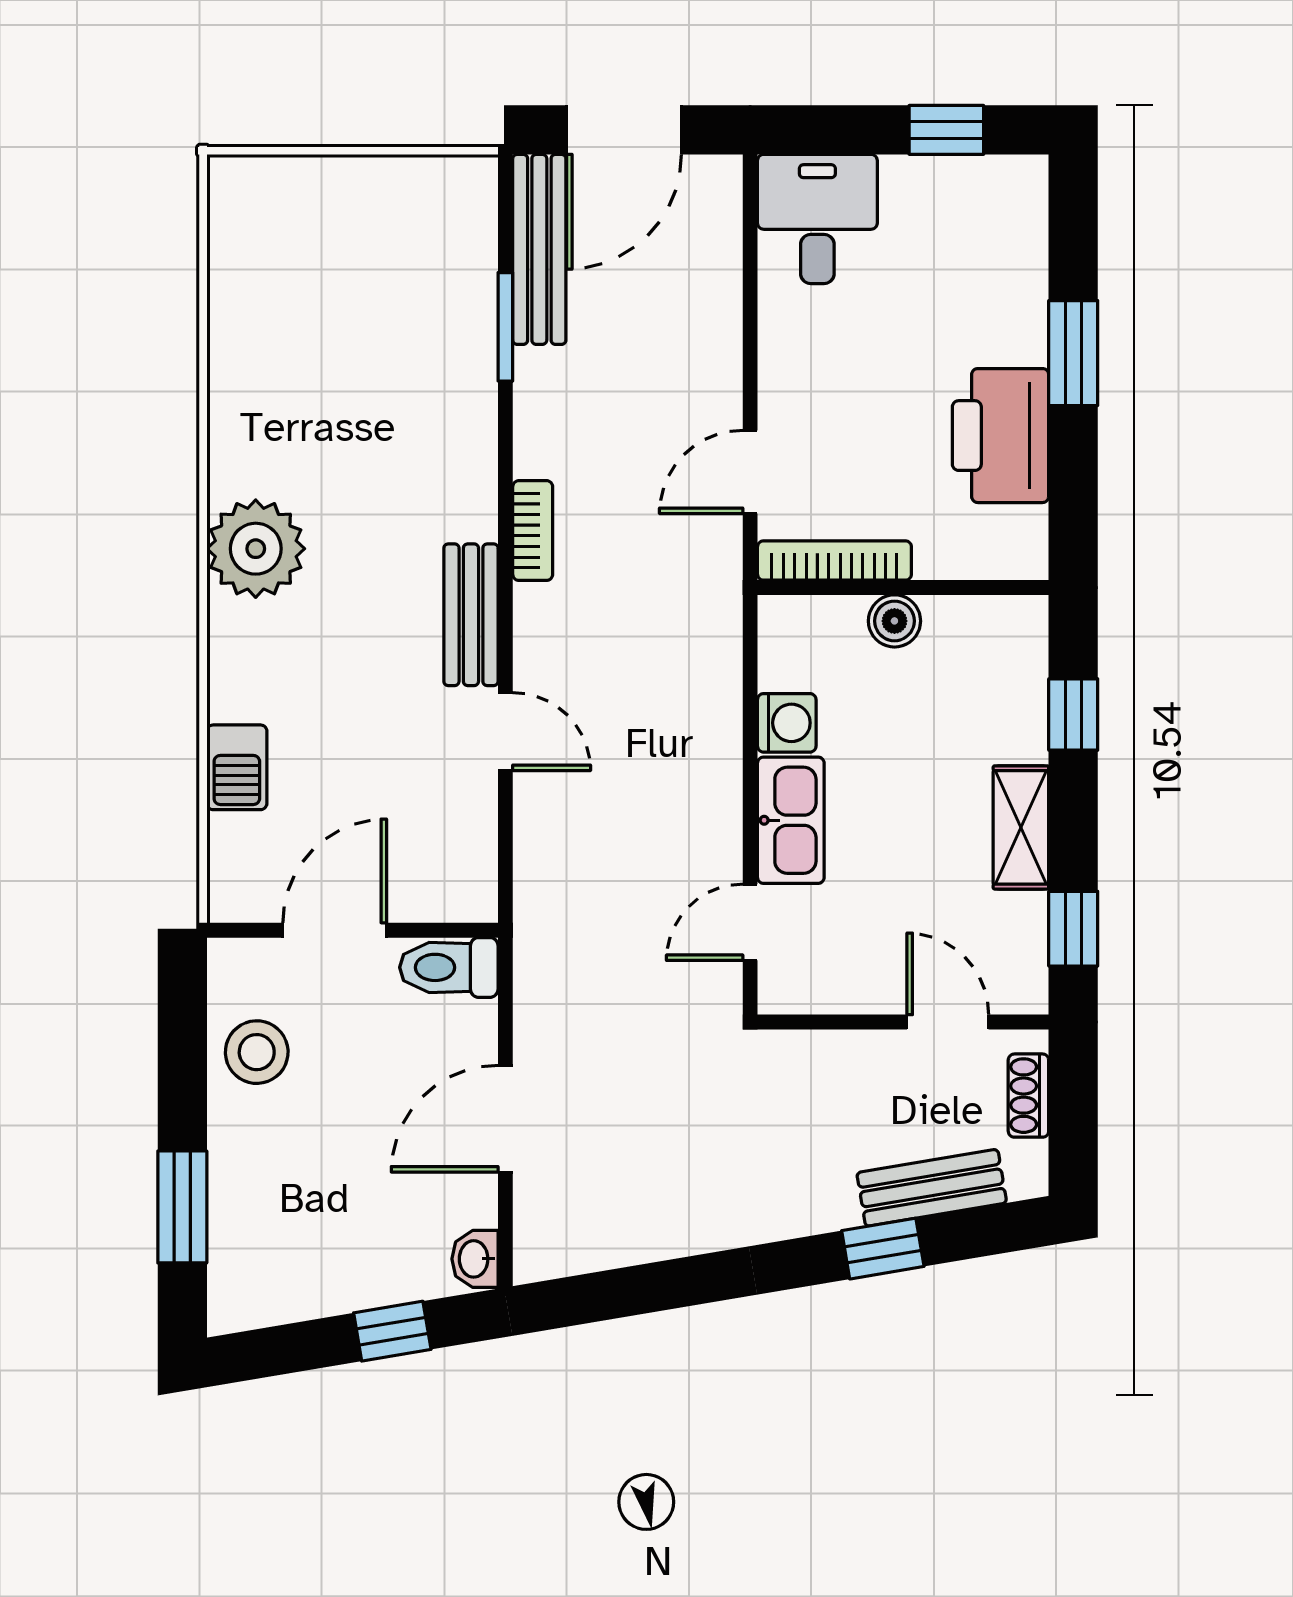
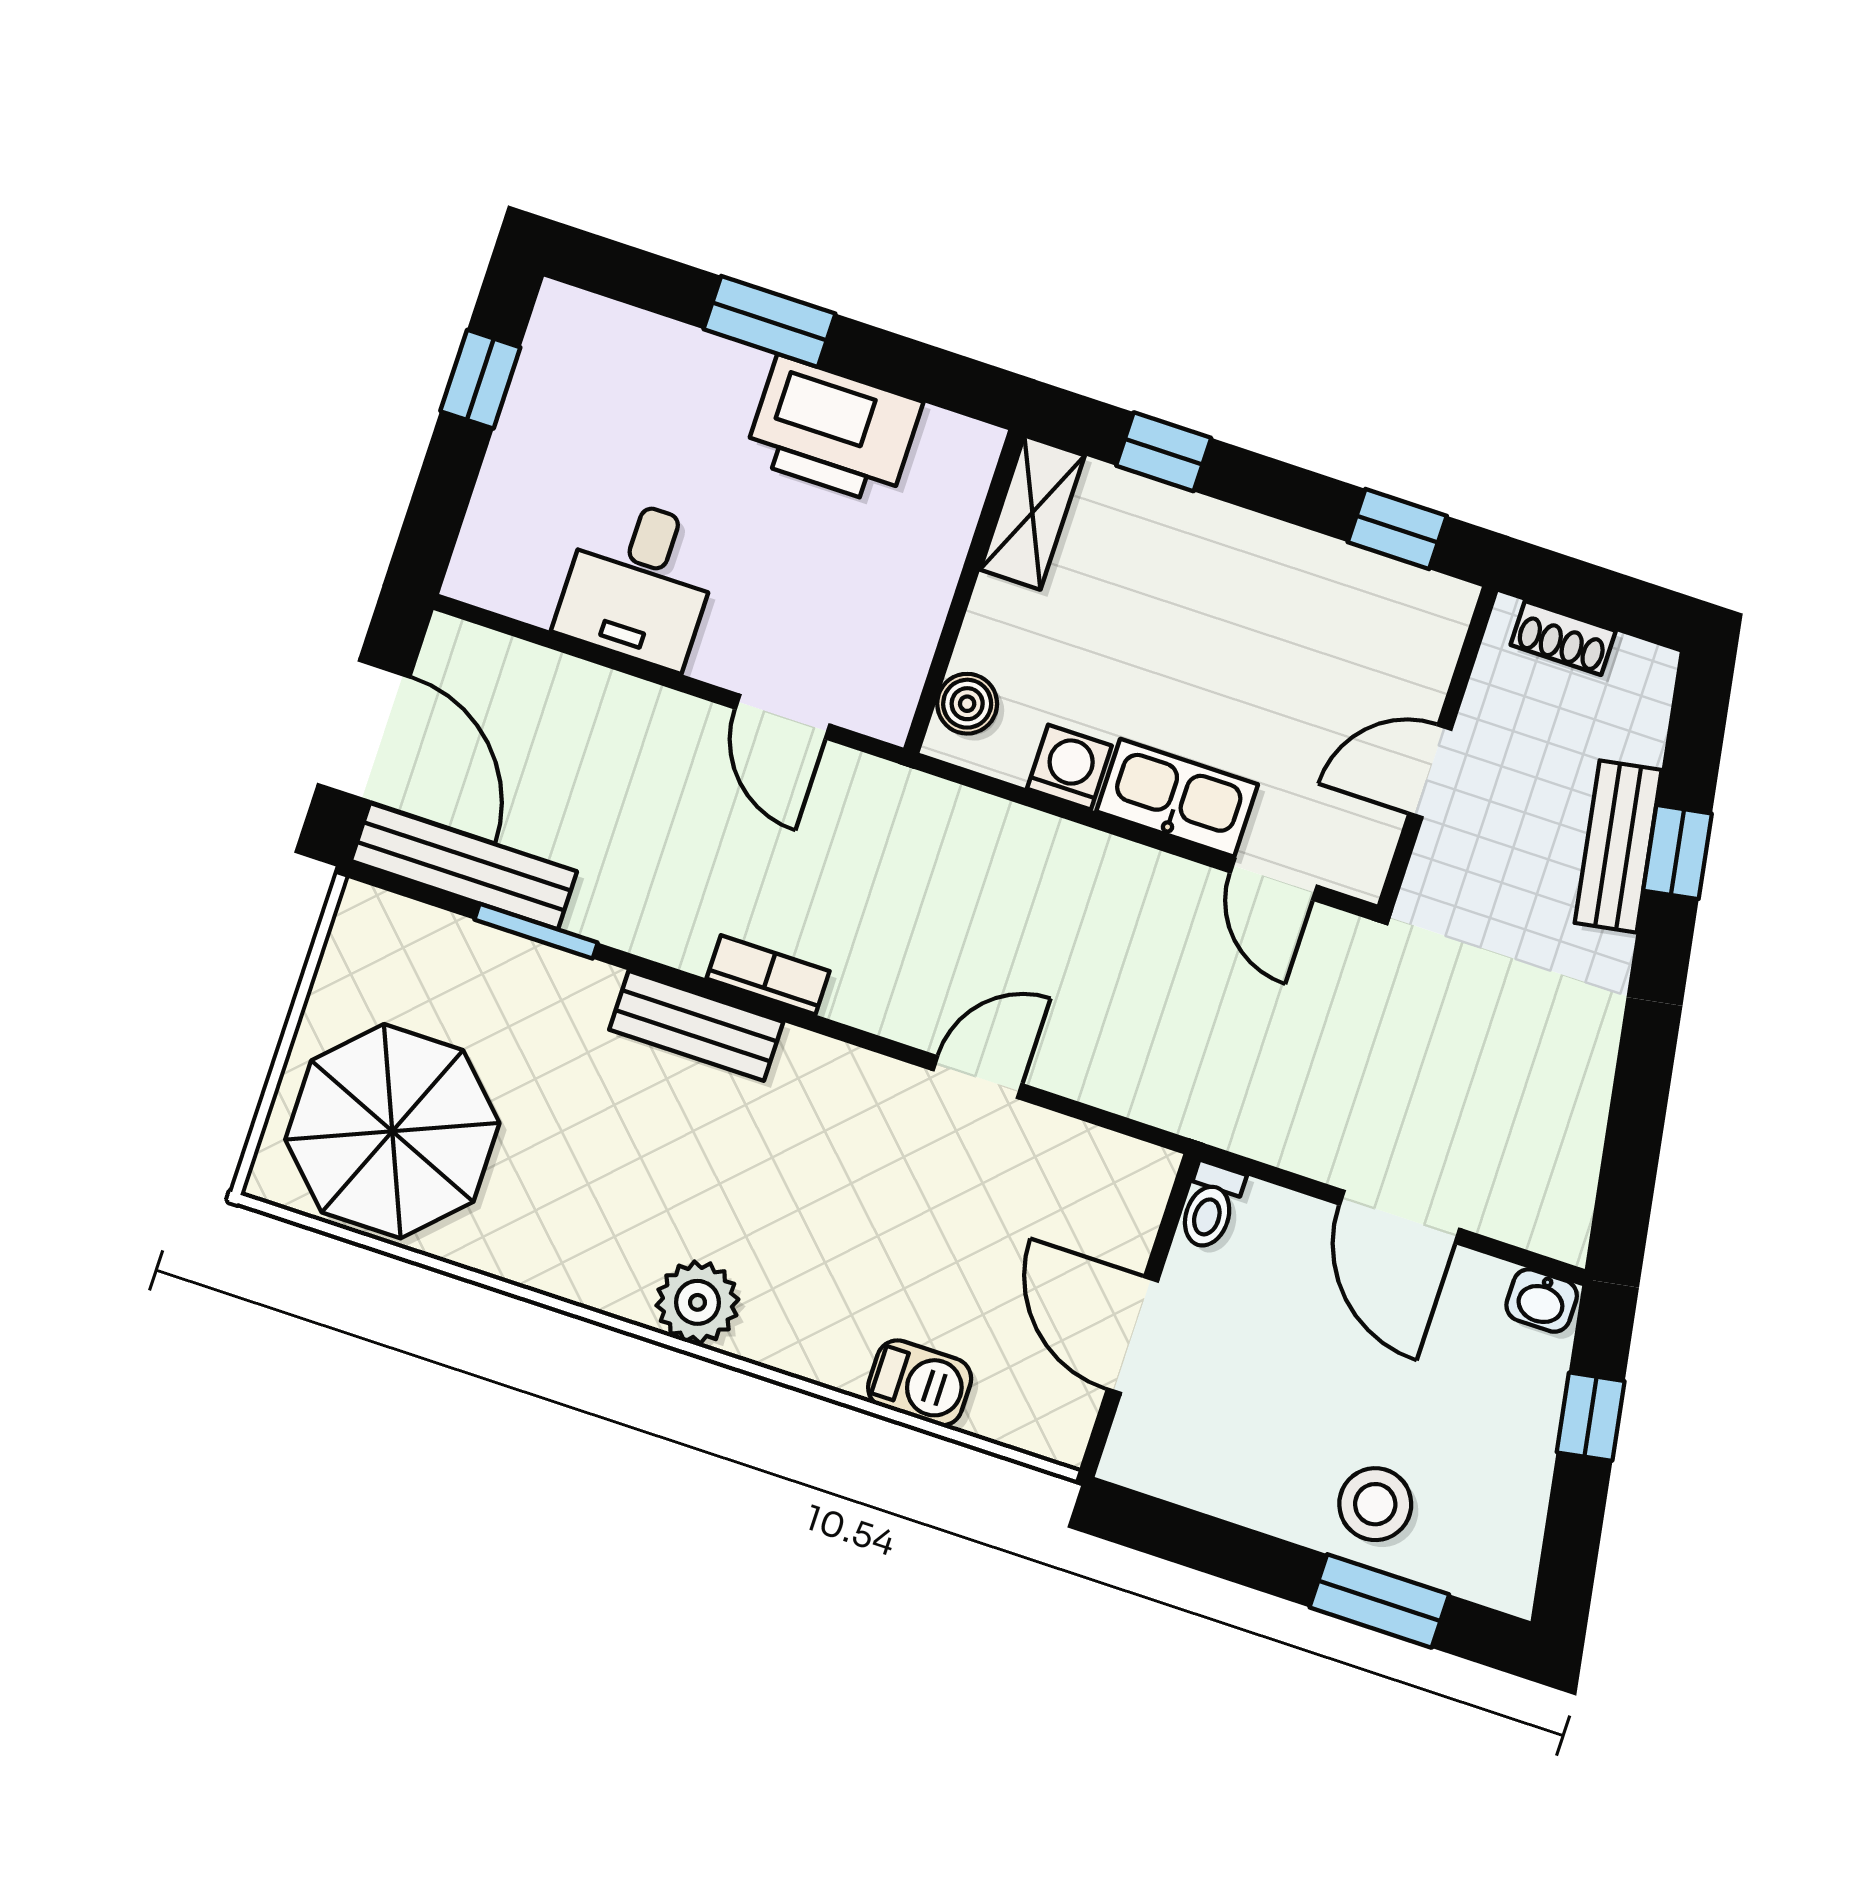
desk: (817, 219) -> (639, 582), moved, turned -90
parasol: (301, 263) -> (392, 1131), added
plant: (256, 549) -> (697, 1302), width x0.73, depth x0.73
bookcase: (834, 561) -> (910, 657), removed
bench: (471, 615) -> (696, 1026), moved
boiler: (894, 621) -> (967, 704), moved
shelving: (1021, 827) -> (1032, 513), moved, turned 90
toilet: (449, 967) -> (1210, 1206), width x0.73, depth x0.72
door: (948, 1022) -> (1430, 771), moved
stool: (257, 1052) -> (1375, 1504), moved
bench: (932, 1188) -> (1618, 846), moved

